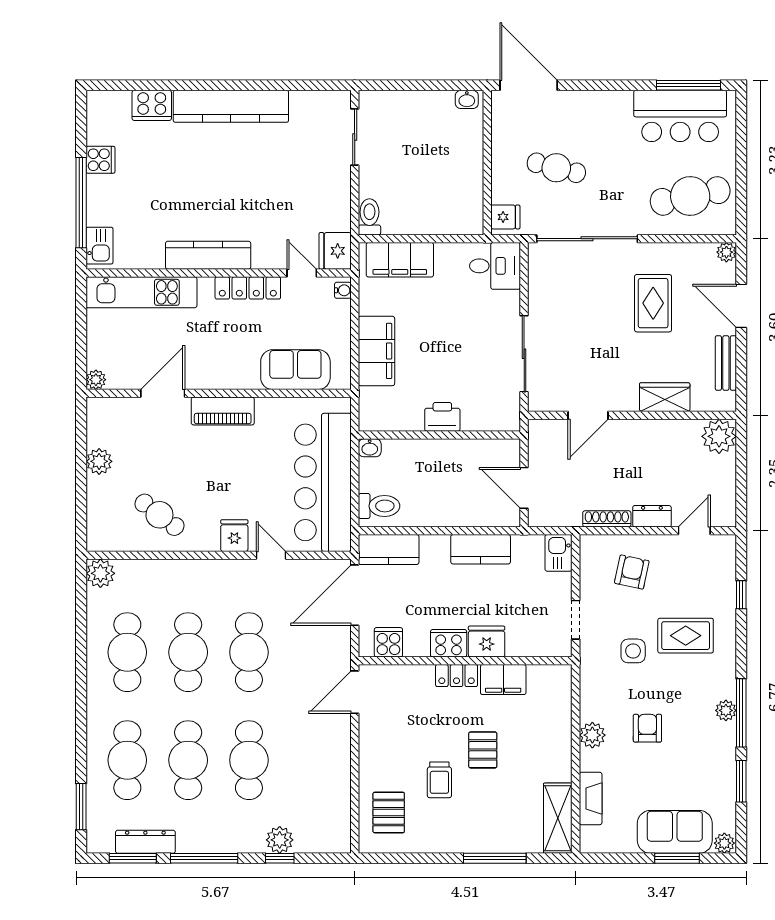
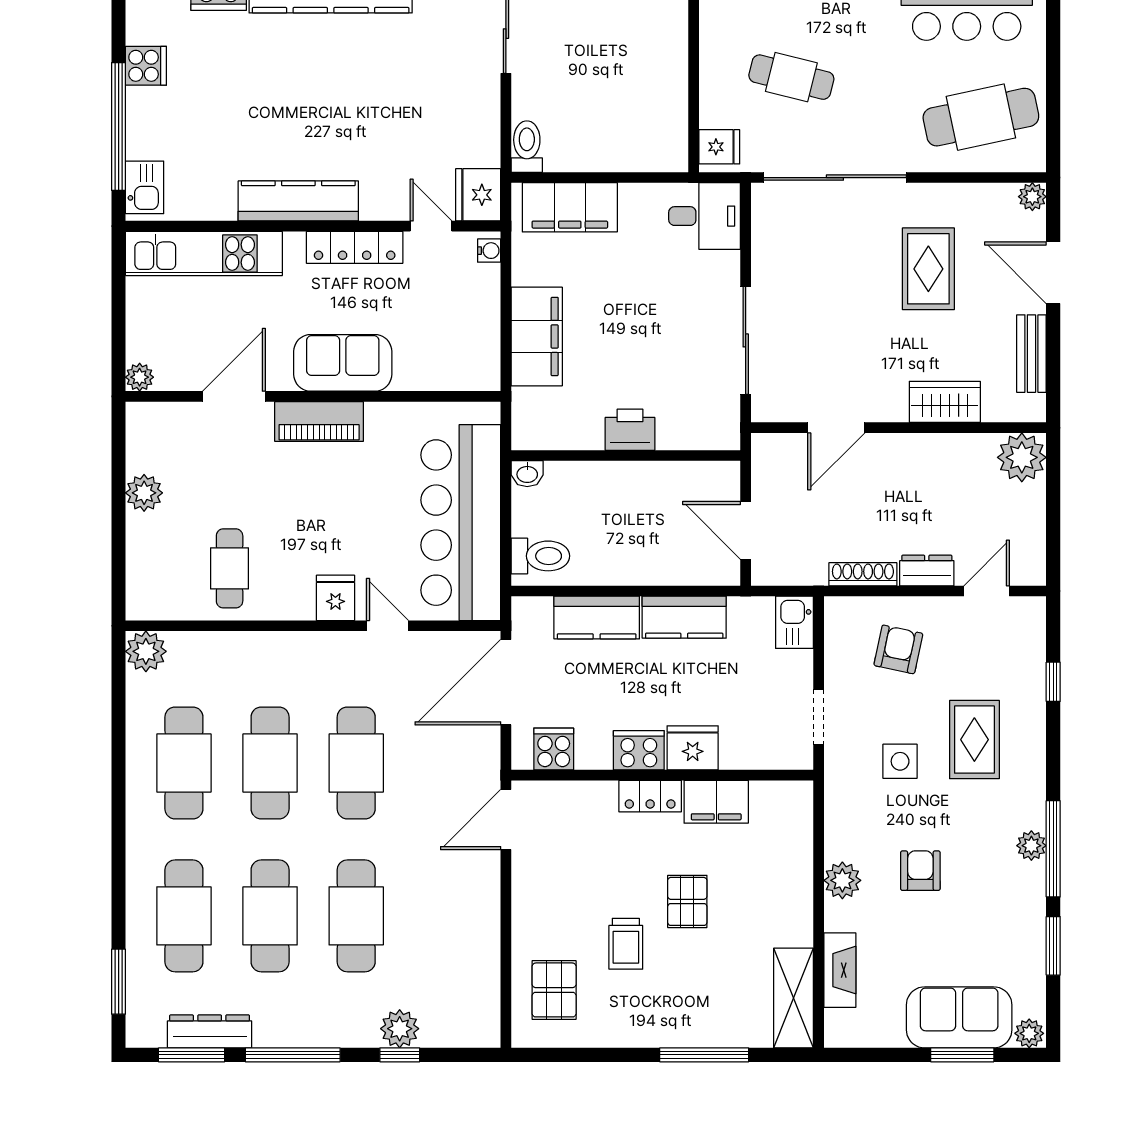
sofa: (295, 370) -> (343, 363), moved
cafe table: (159, 515) -> (230, 568), turned 53
kitchen counter: (389, 549) -> (597, 618), moved
rug: (686, 636) -> (974, 740), turned 90

